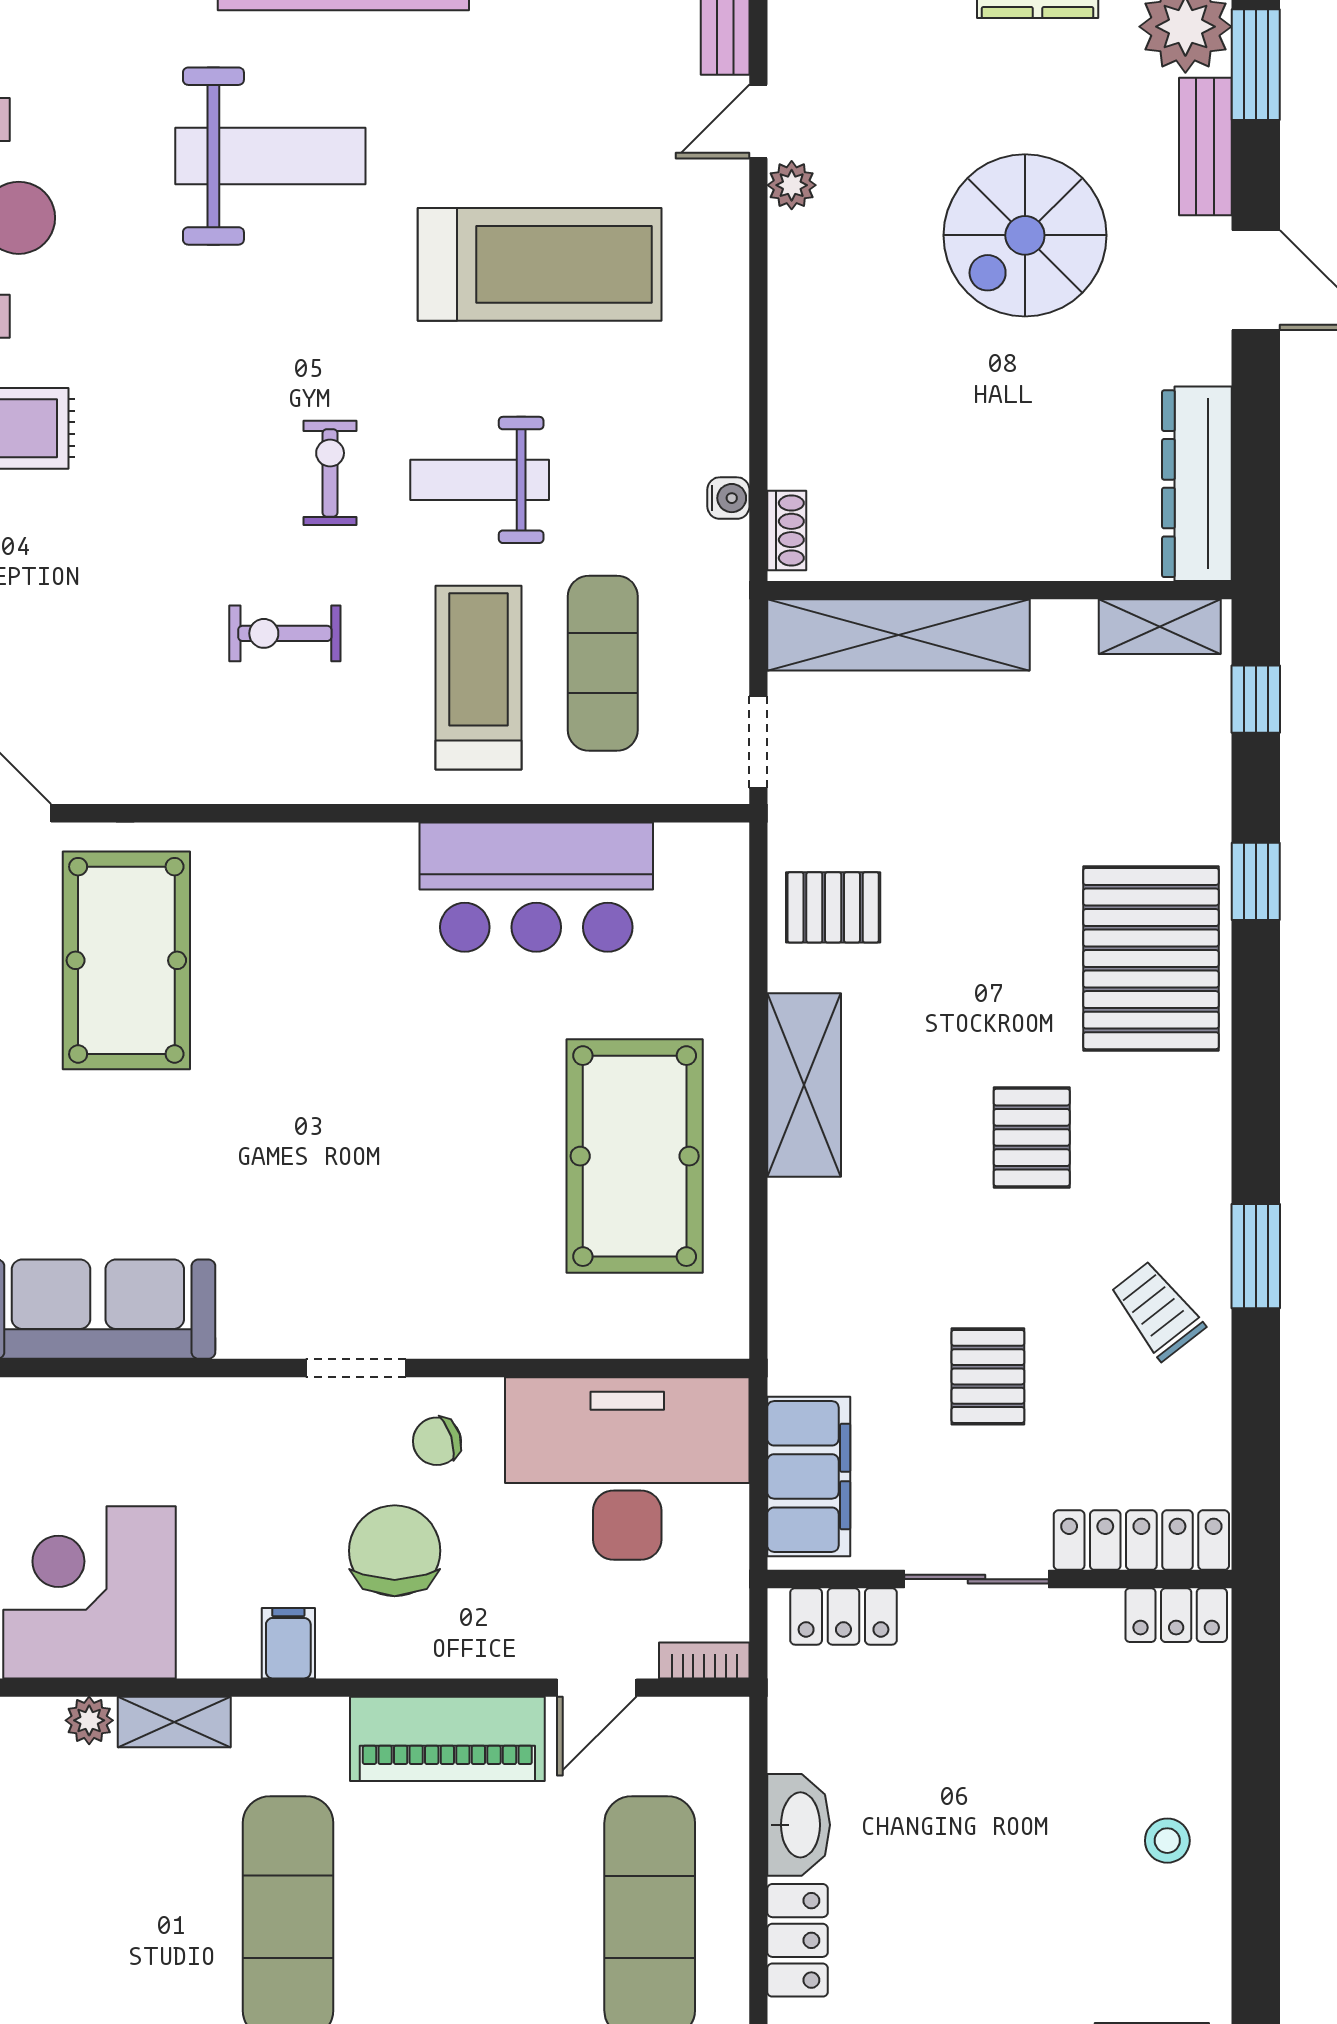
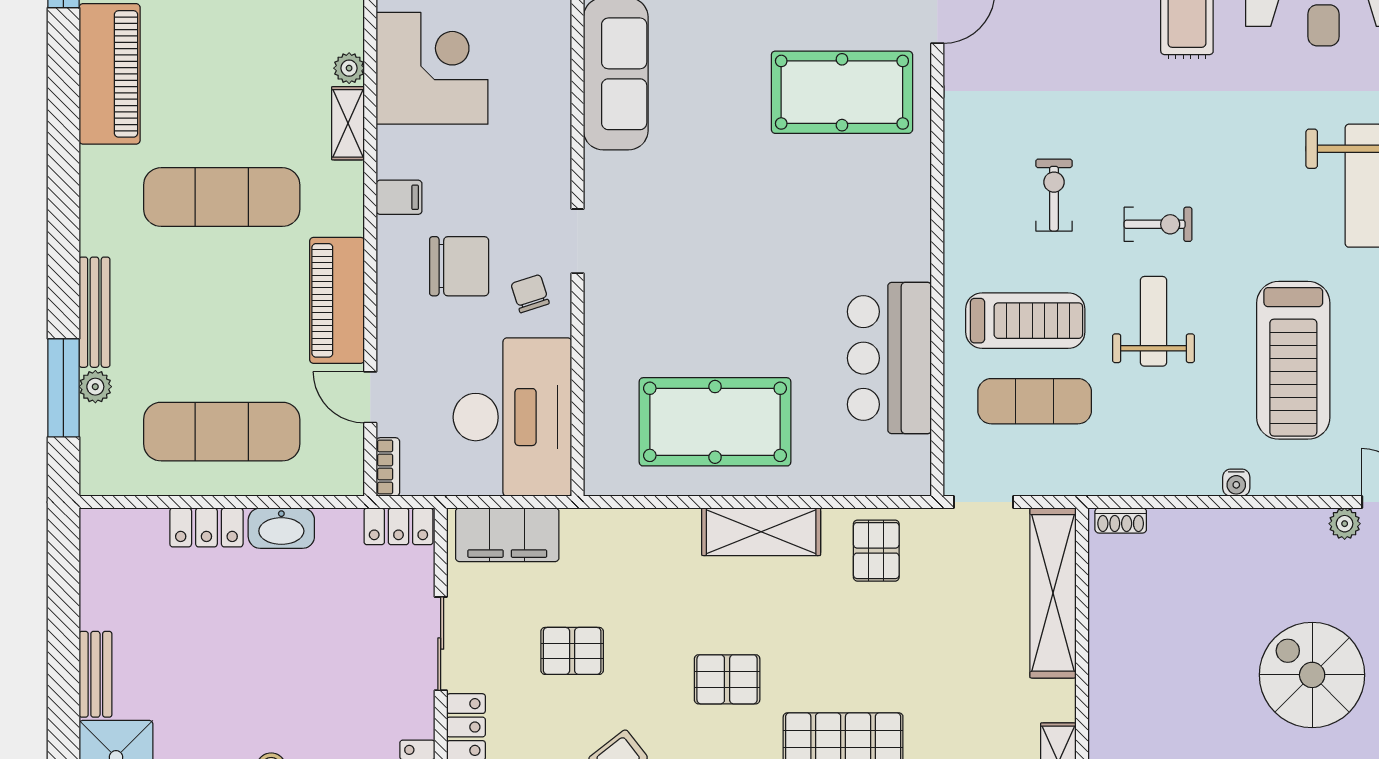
water cooler: (728, 498) -> (1236, 483), moved
locker: (843, 1616) -> (398, 526), moved, turned -90

